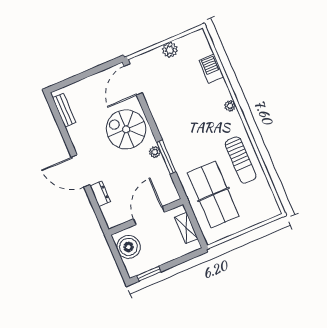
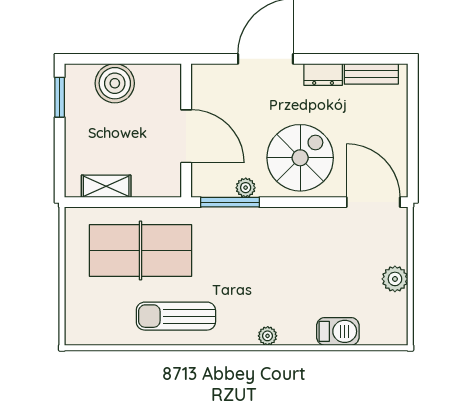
dresser: (100, 194) -> (323, 74), moved
door: (149, 216) -> (186, 136), moved
wall: (146, 217) -> (186, 130), moved

